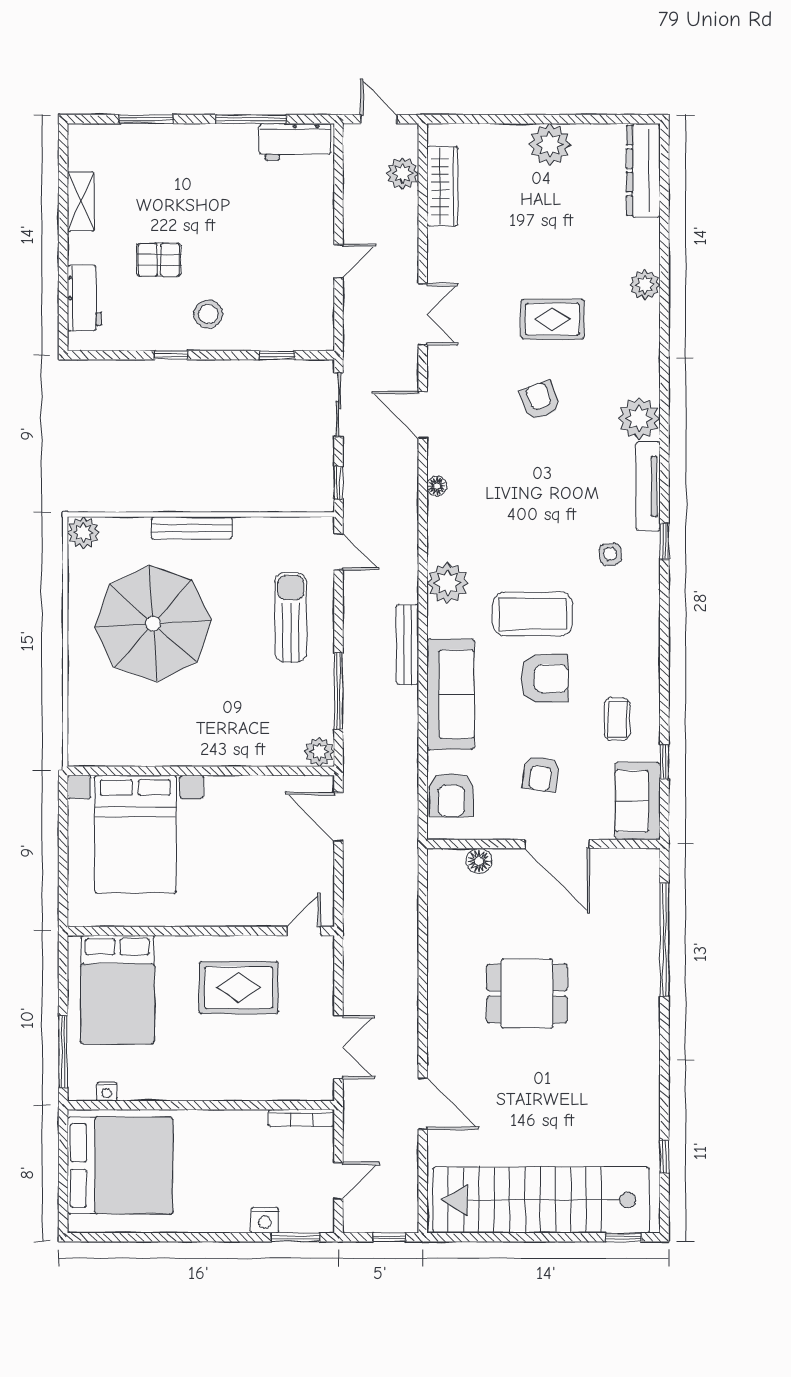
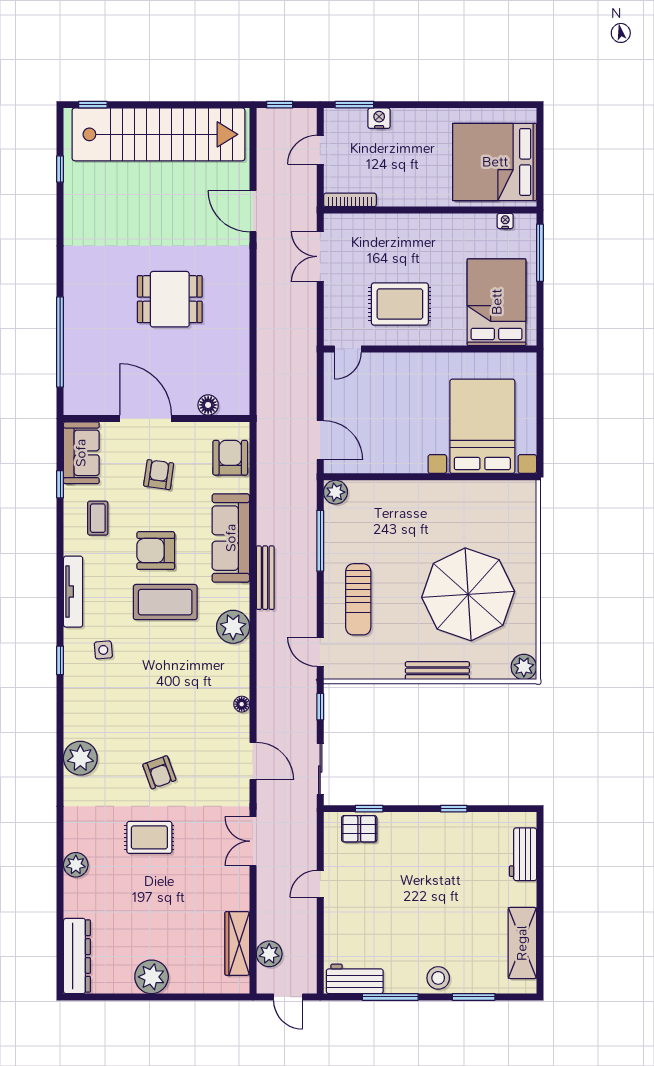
shelving: (81, 202) -> (522, 943), width x1.50, depth x1.33
pallet: (159, 260) -> (359, 829), moved
stool: (208, 314) -> (438, 978), moved
tv unit: (648, 486) -> (73, 592), moved

